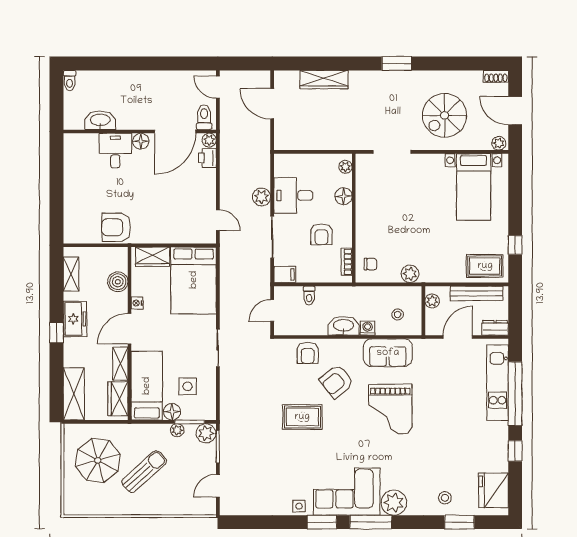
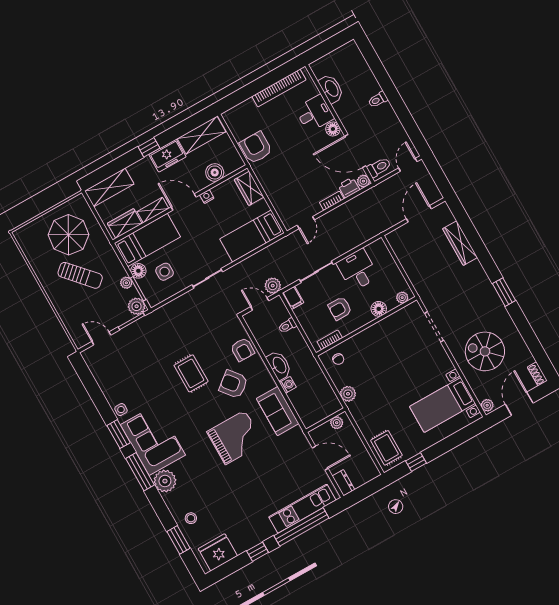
toilet: (70, 81) -> (378, 100), moved
bookcase: (70, 172) -> (279, 88), added
bookcase: (211, 182) -> (332, 201), added
plant: (262, 197) -> (273, 286), moved
shelving: (71, 274) -> (201, 135), width x1.50, depth x1.33
bed: (194, 280) -> (252, 236), width x0.67
bench: (477, 293) -> (362, 453), removed
stool: (398, 314) -> (311, 402), removed
armchair: (308, 353) -> (243, 350), turned -90
grand piano: (390, 409) -> (235, 438), turned 180

